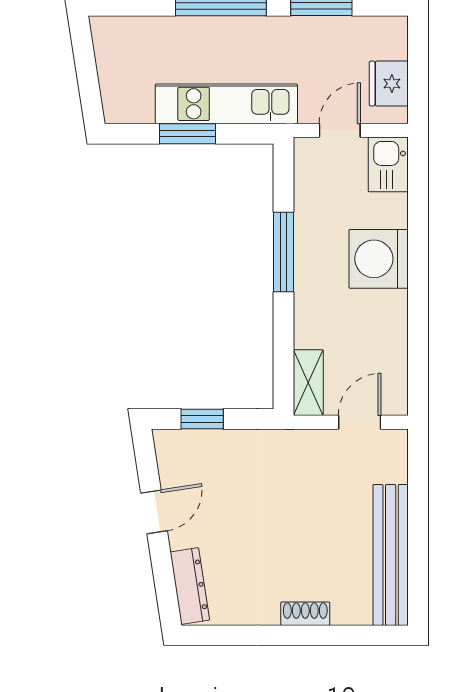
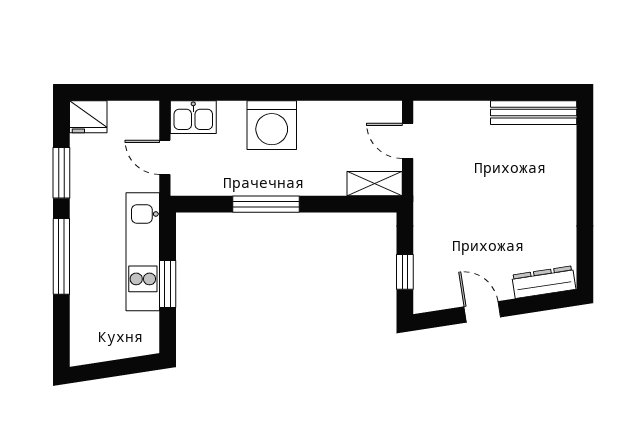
fridge: (389, 84) -> (88, 117), moved
bench: (391, 555) -> (534, 113), width x0.73, depth x0.82
shoe rack: (305, 614) -> (567, 186), removed

